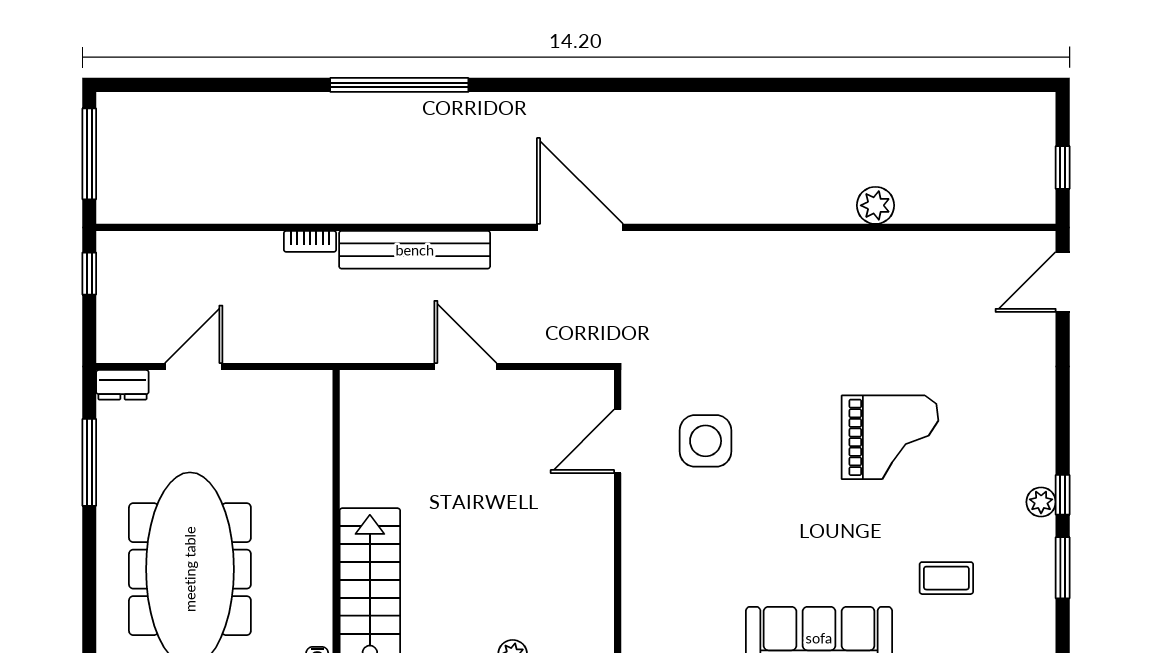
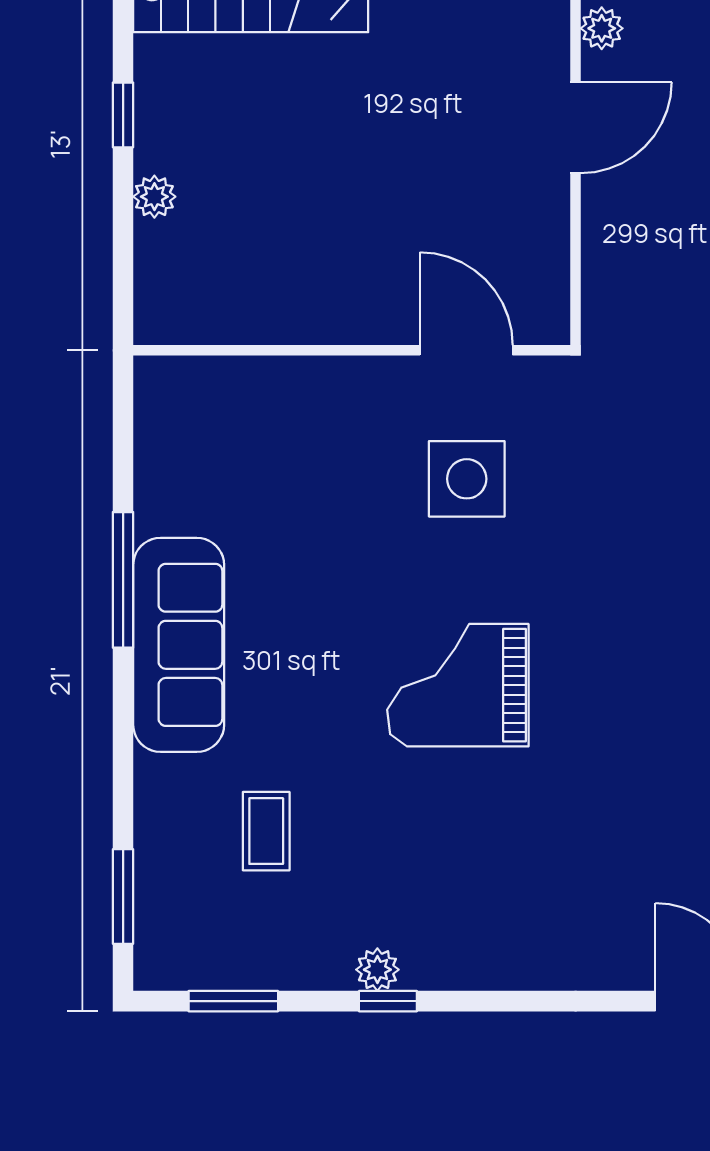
plant: (397, 349) -> (602, 28), added
grand piano: (890, 437) -> (458, 685), moved, turned 90
window: (1063, 568) -> (233, 1001), moved

